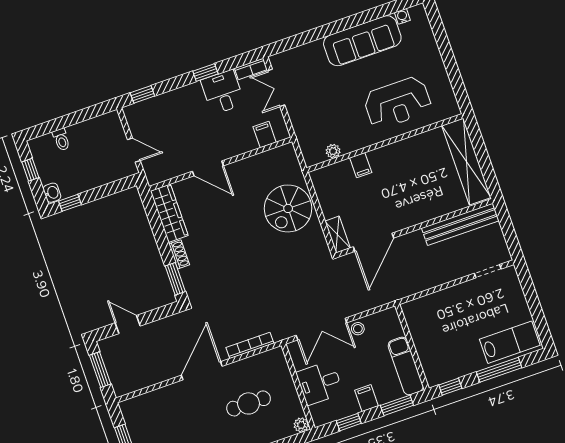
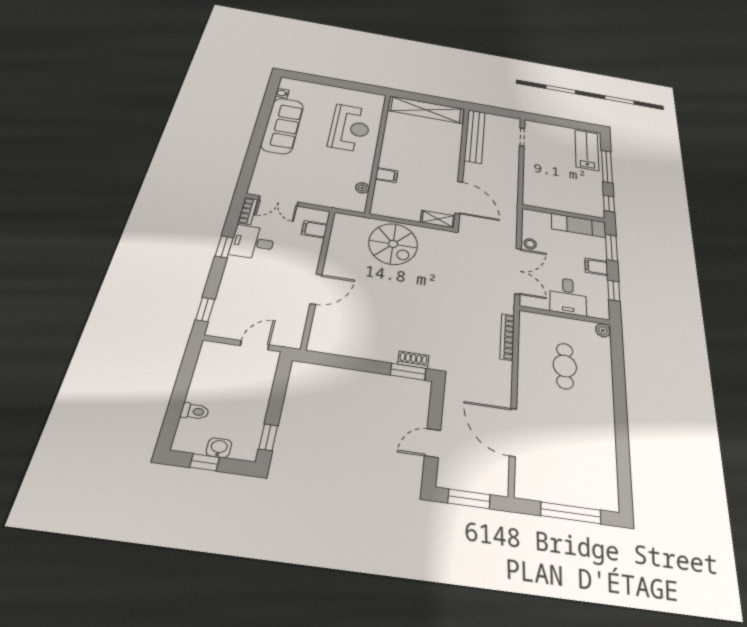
washbasin: (52, 193) -> (219, 448), moved
wardrobe: (169, 213) -> (339, 344), removed
shoe rack: (179, 254) -> (413, 360), moved
door: (202, 371) -> (513, 432), moved

